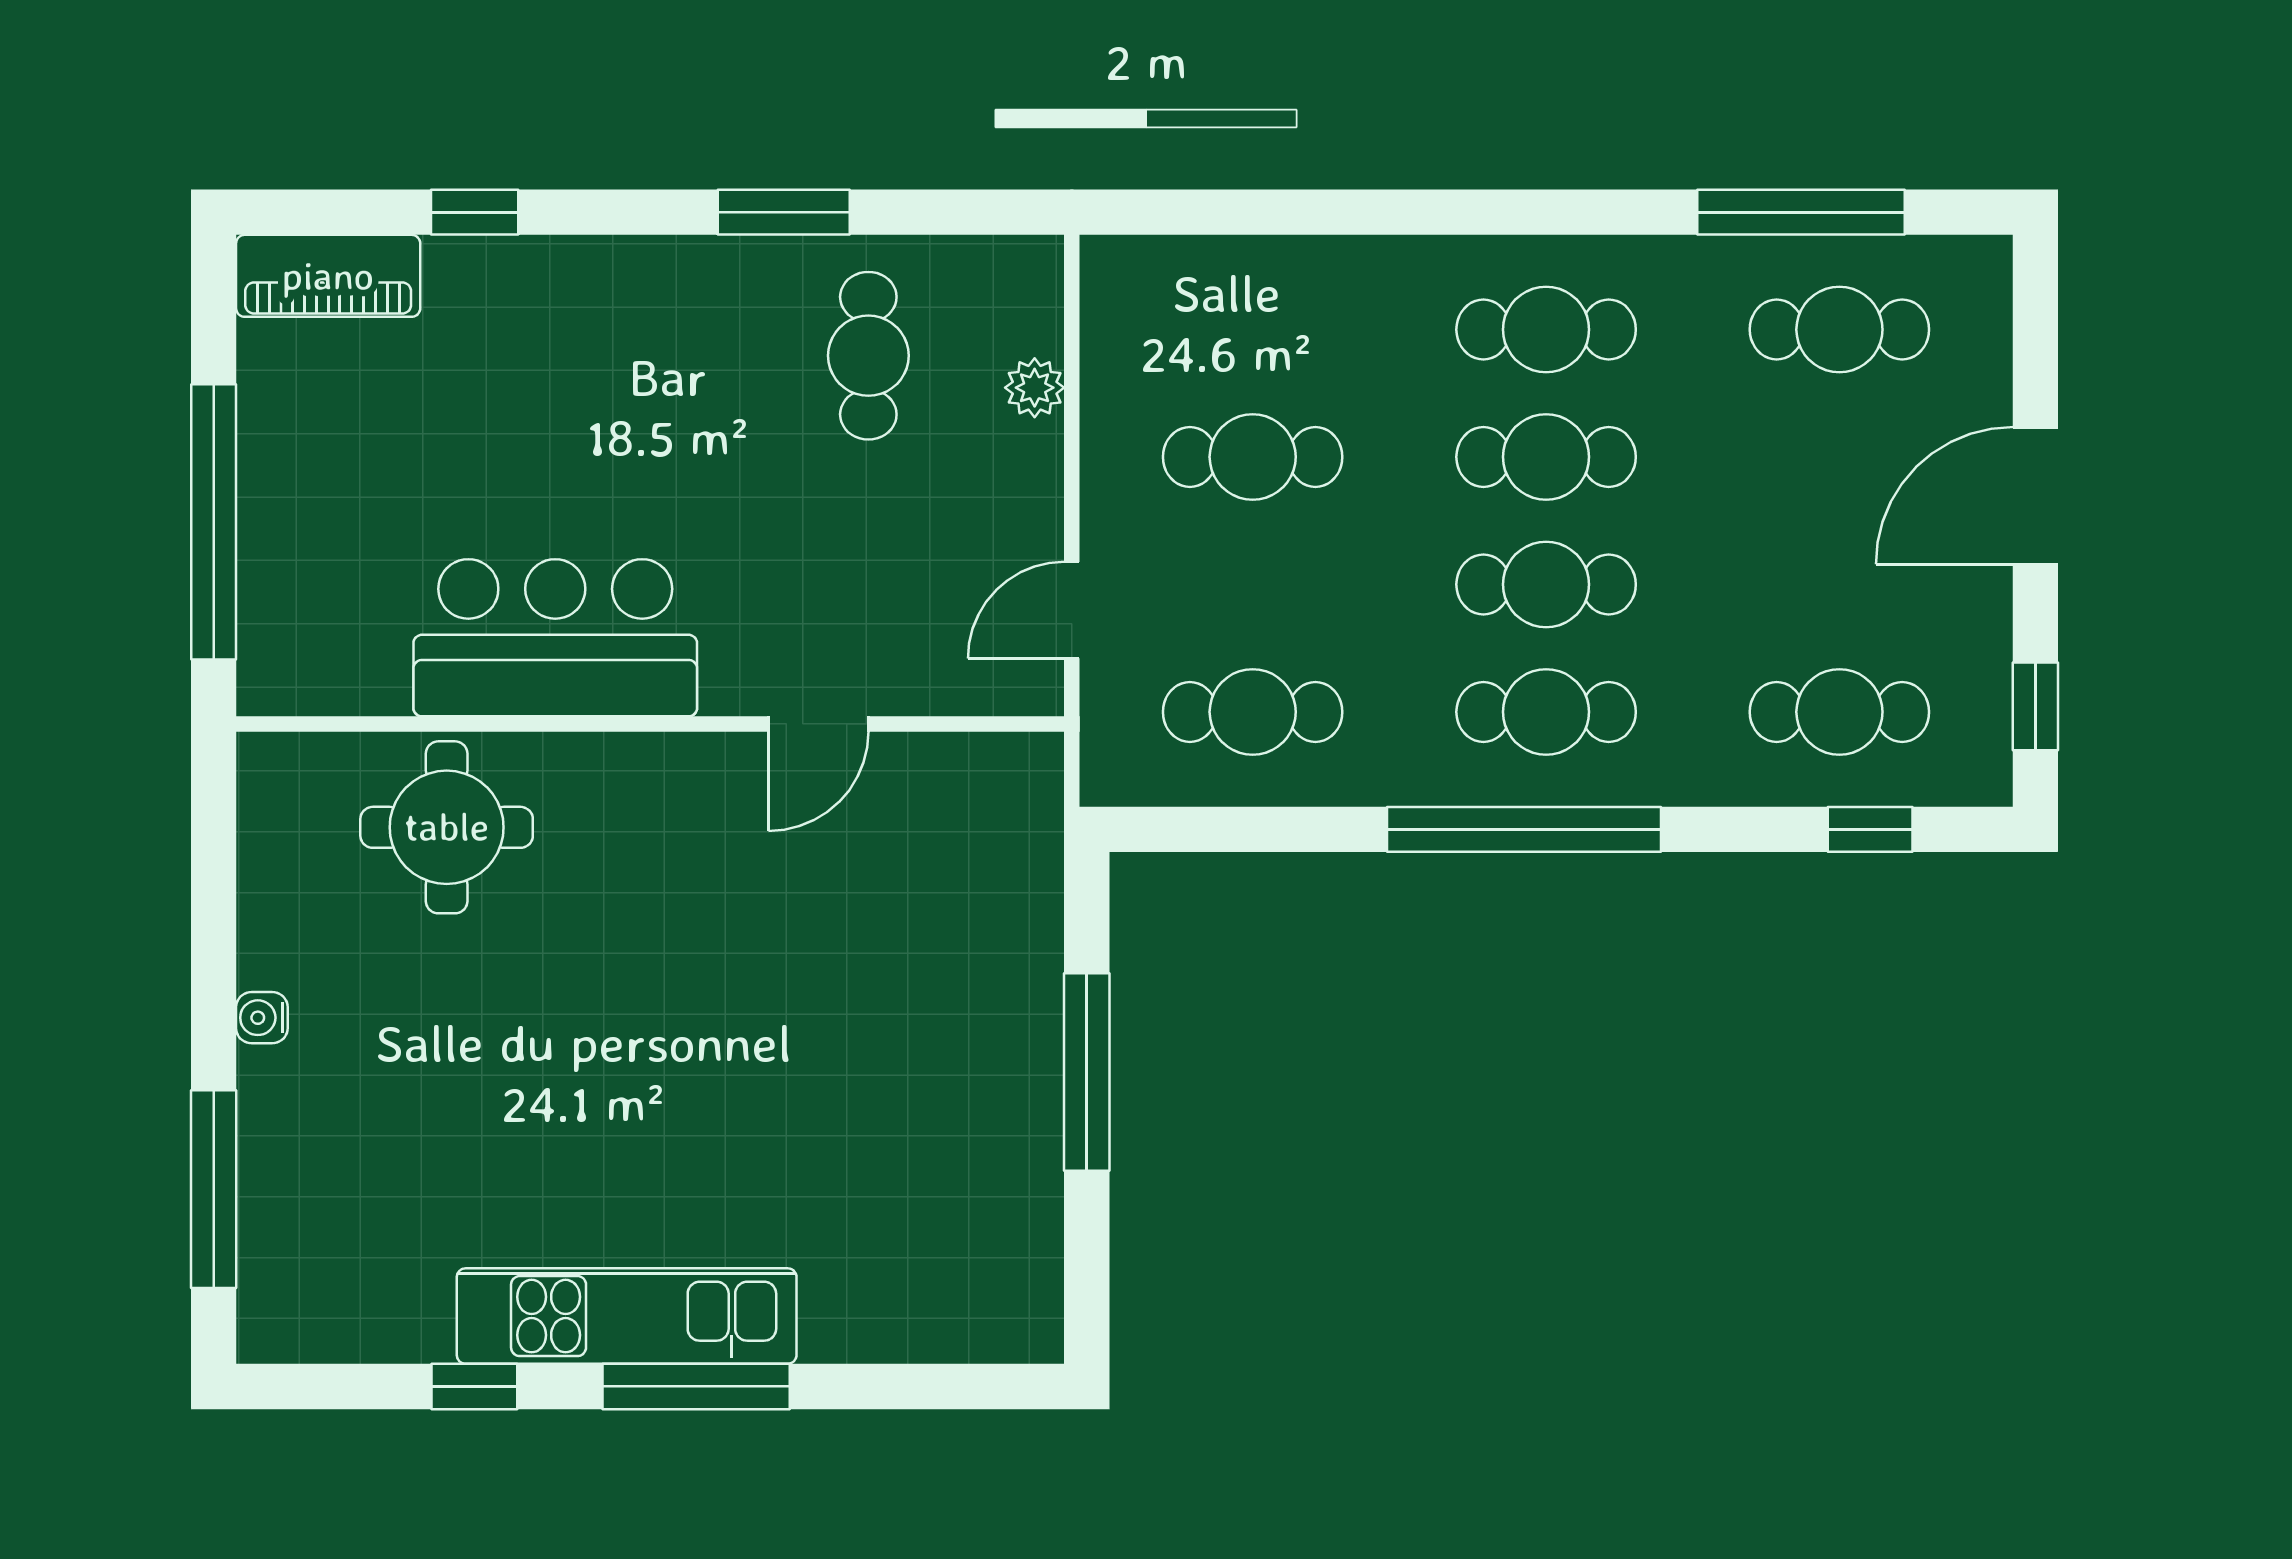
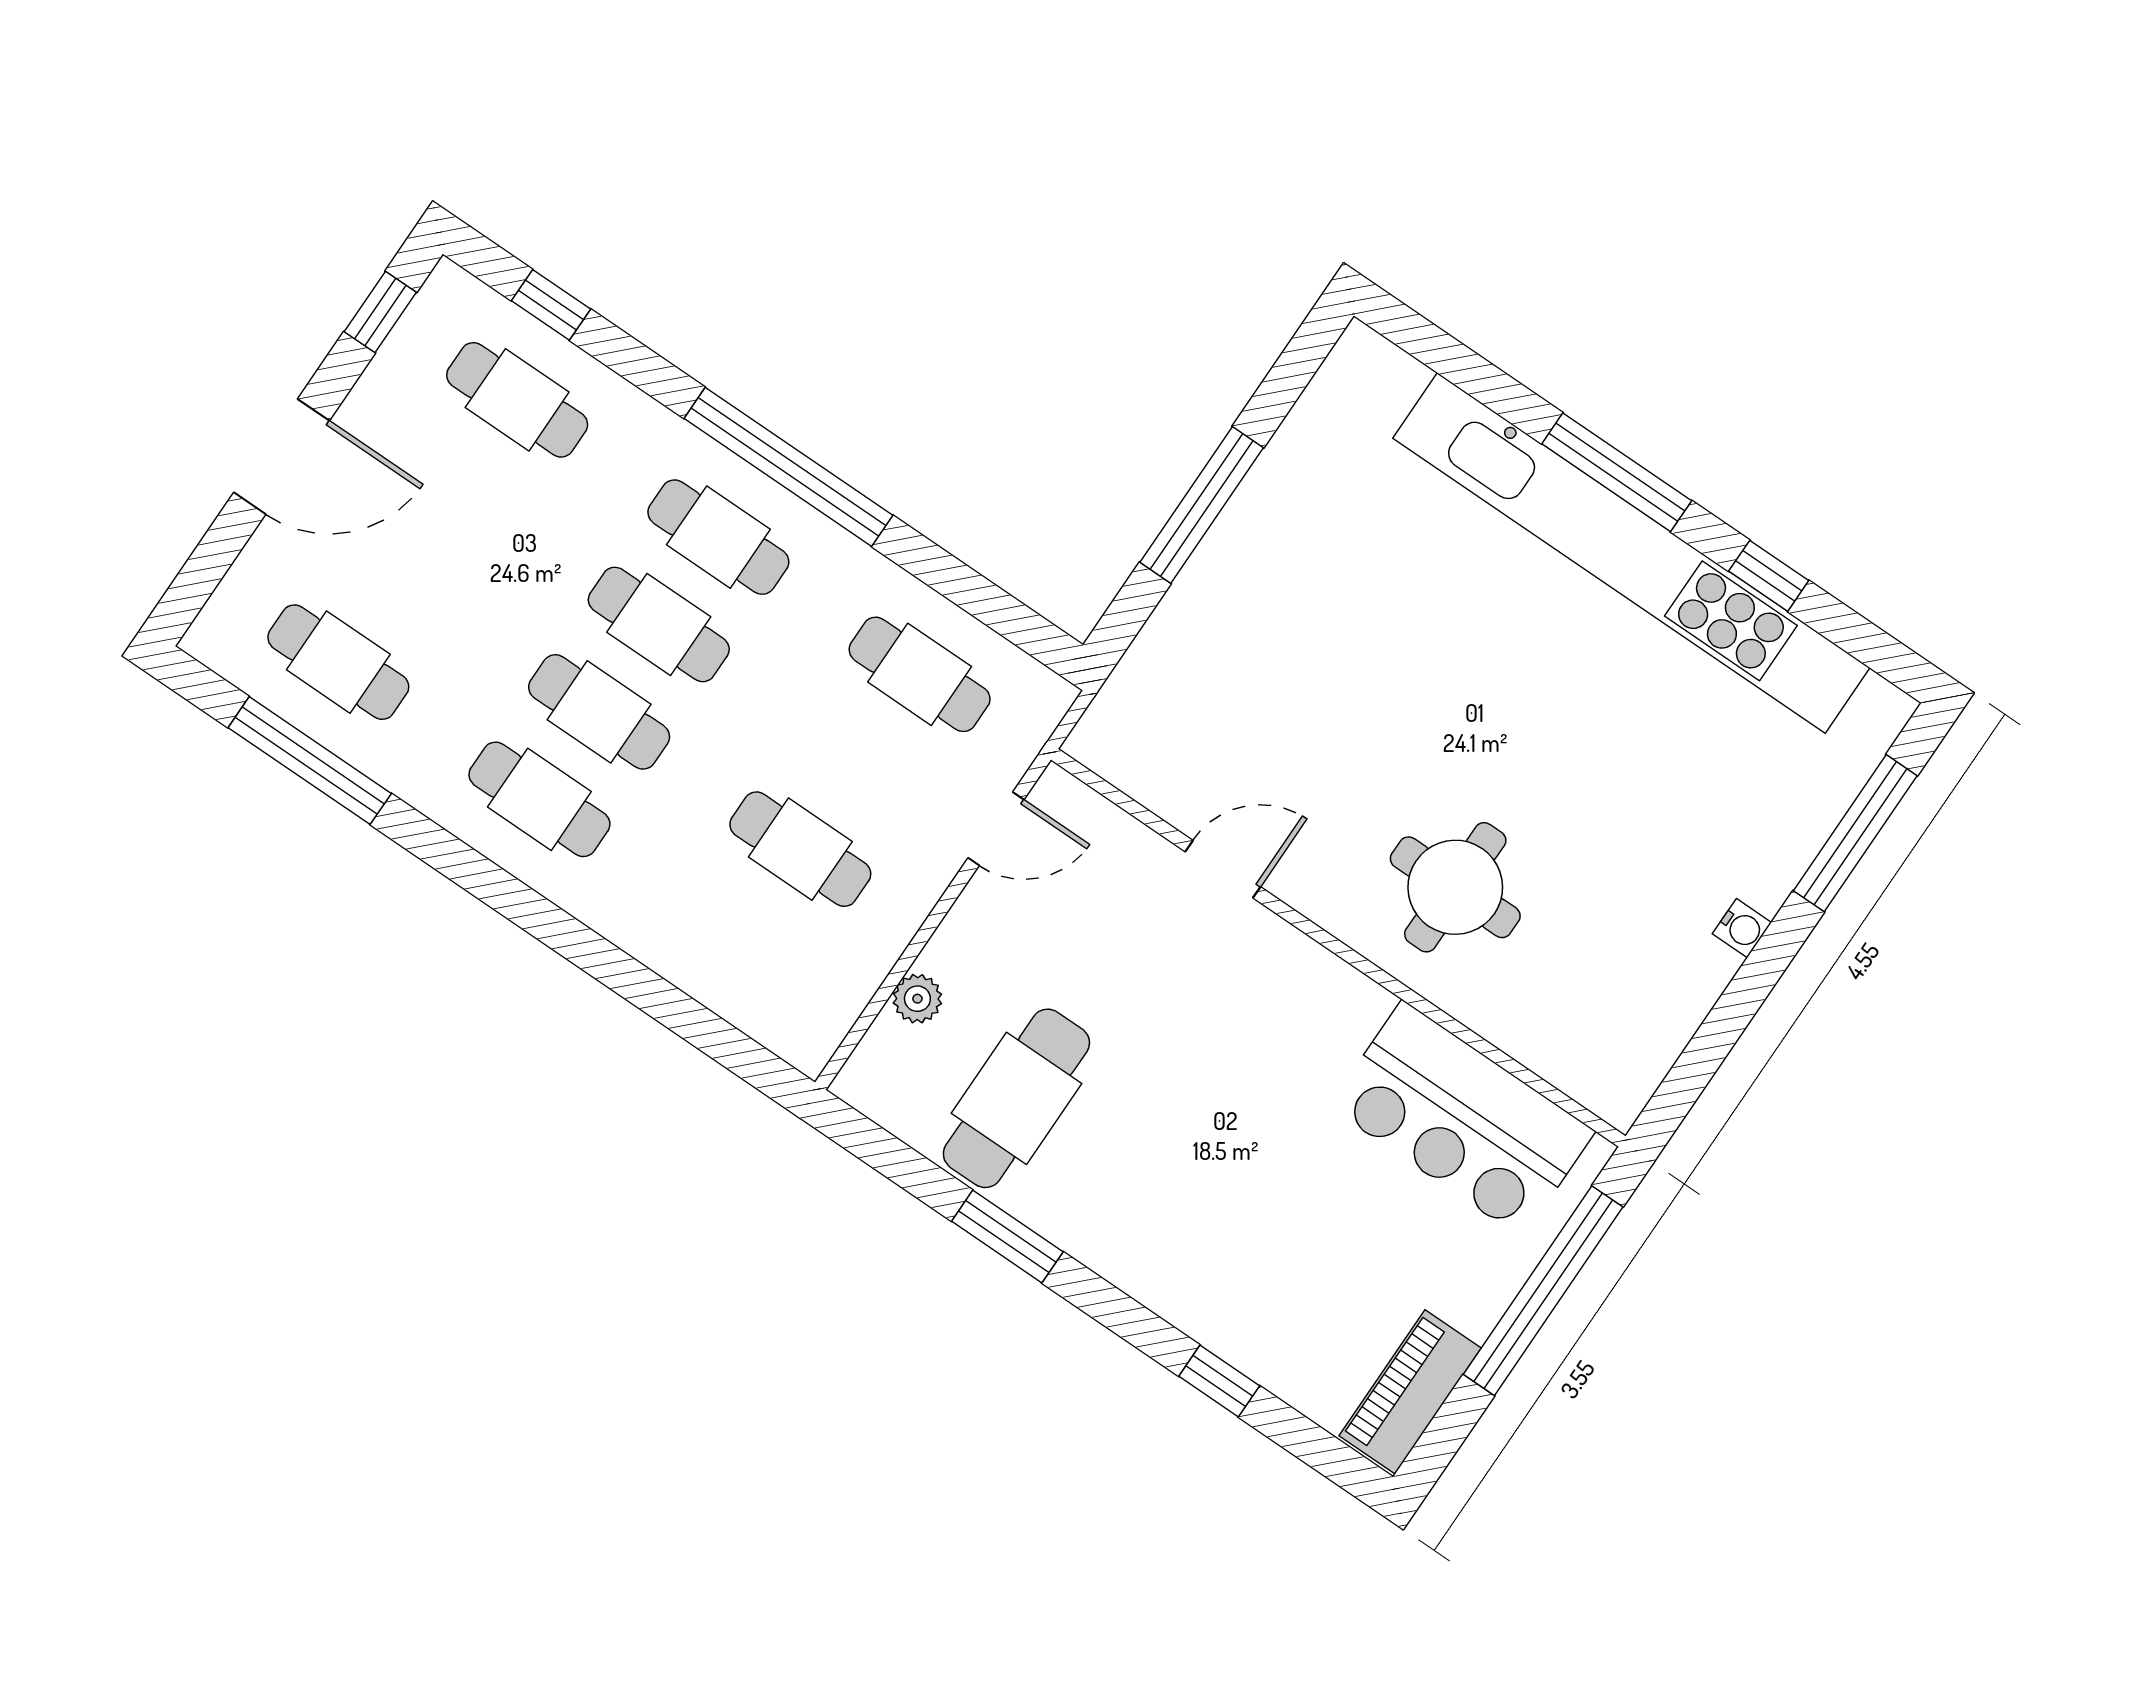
piano: (328, 276) -> (1410, 1392), moved, turned -90
cafe table: (868, 356) -> (1016, 1098), width x1.37, depth x1.35
bar counter: (555, 638) -> (1462, 1119), moved
round table: (447, 827) -> (1455, 887), moved
kitchen unit: (627, 1316) -> (1631, 553), width x1.86

